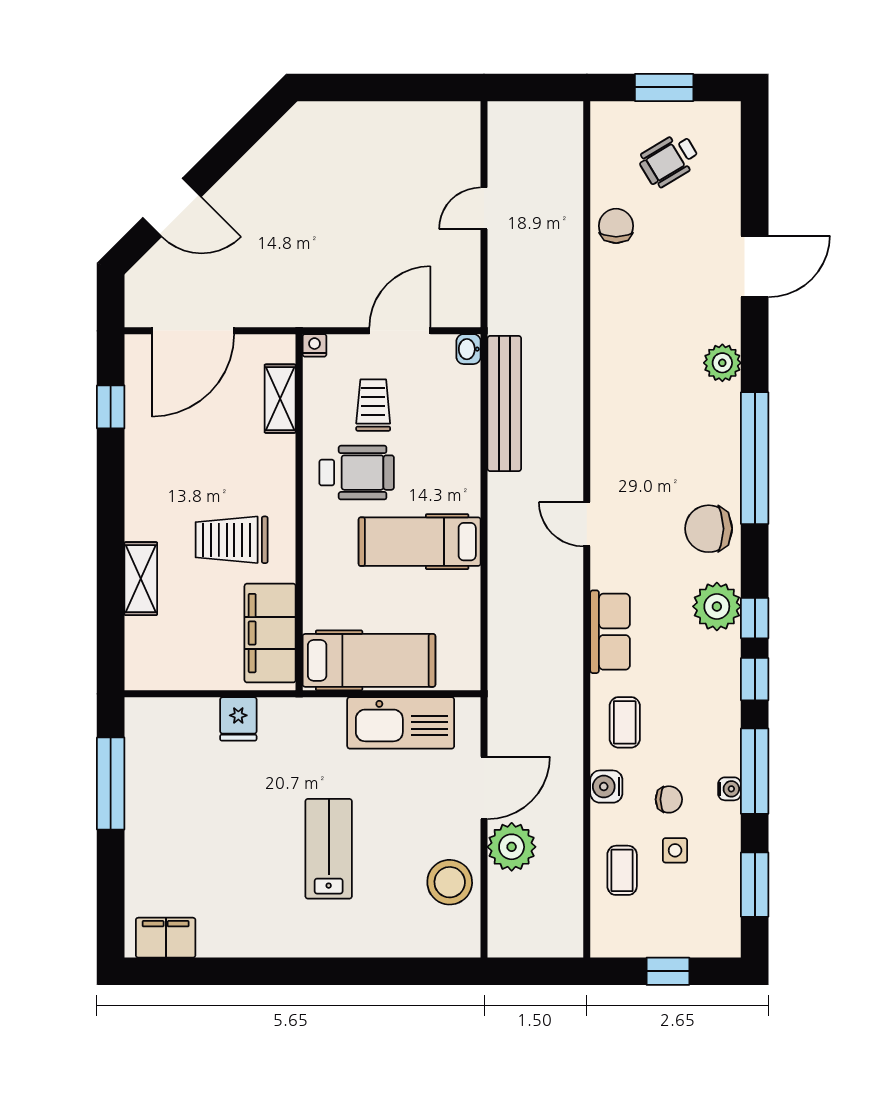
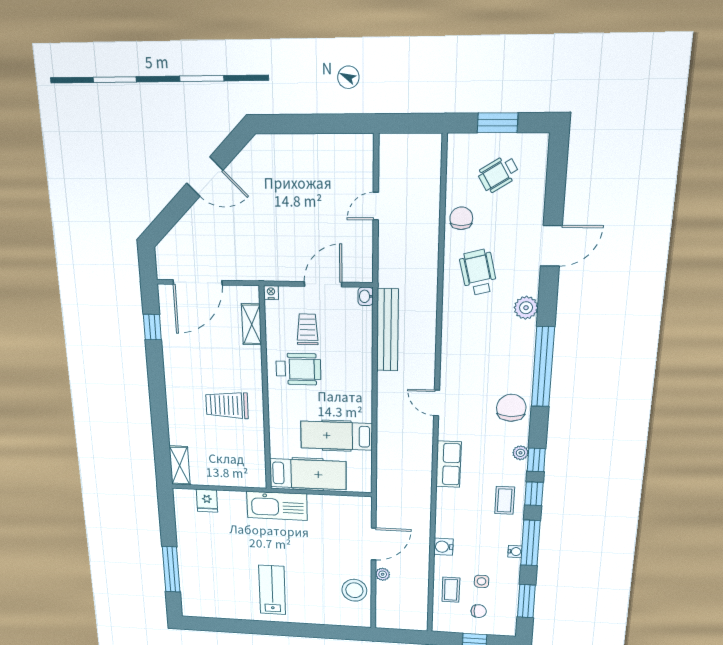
door: (172, 207) -> (205, 177), moved
wheelchair: (646, 308) -> (478, 272), added
chair: (709, 529) -> (511, 408), turned 90
hospital bed: (420, 542) -> (337, 436), moved
shelving: (141, 579) -> (180, 466), moved
plant: (717, 606) -> (520, 453), width x0.53, depth x0.53
filing cabinet: (270, 633) -> (251, 457), removed
fridge: (238, 719) -> (207, 501), moved
coffee table: (625, 722) -> (505, 500), moved
kitchen sink: (401, 723) -> (277, 506), moved
window: (111, 783) -> (171, 569), moved
chair: (669, 799) -> (479, 611), moved
plant: (512, 847) -> (383, 574), width x0.53, depth x0.53
lab bench: (329, 849) -> (272, 590), moved
filing cabinet: (166, 938) -> (203, 608), removed

